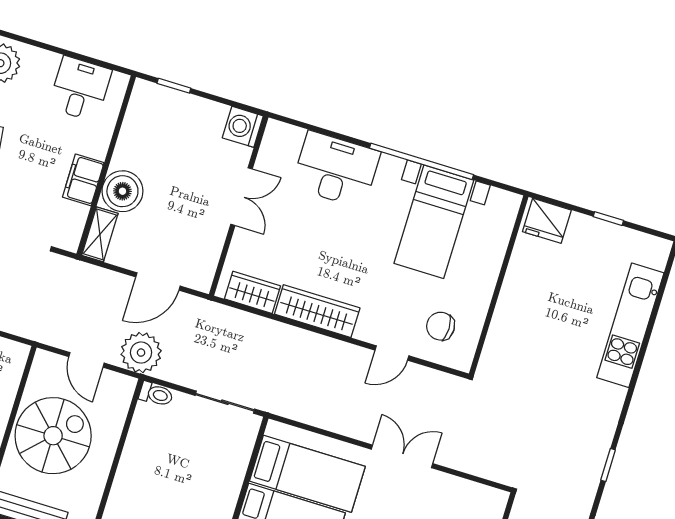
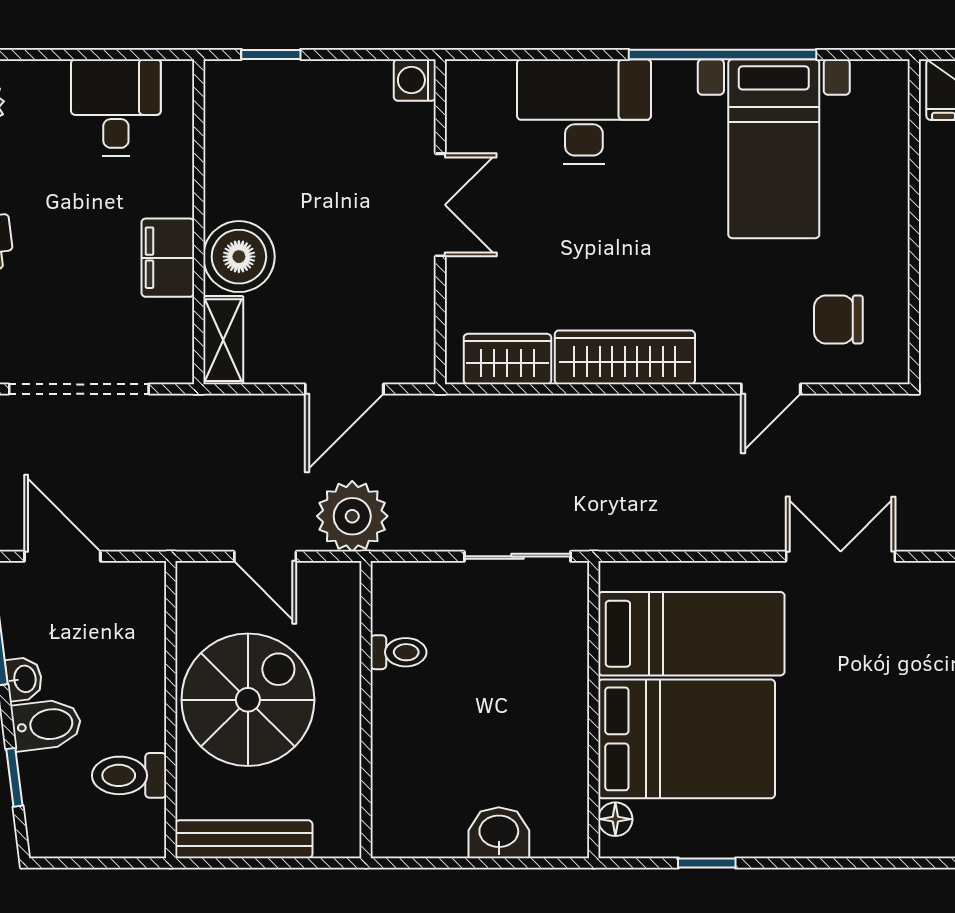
washing machine: (243, 127) -> (415, 80), width x0.73, depth x0.73
toilet: (156, 394) -> (398, 652), moved

